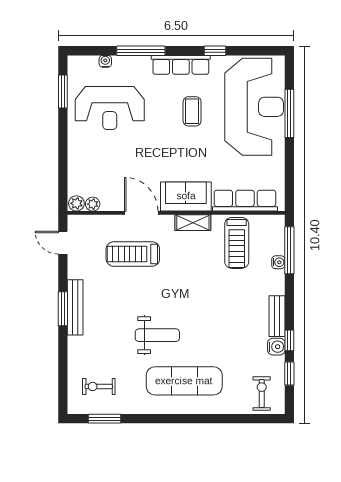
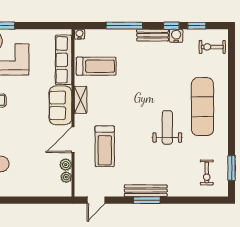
plant: (76, 203) -> (66, 165), moved
window: (289, 250) -> (124, 26), moved
water cooler: (278, 262) -> (79, 34), moved

